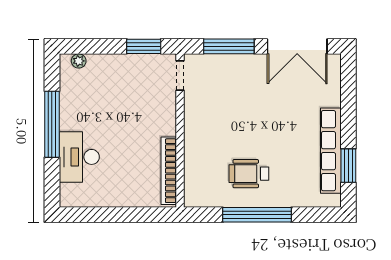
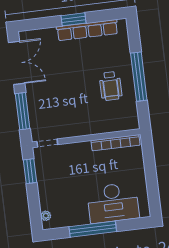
desk: (79, 157) -> (113, 203), width x1.36, depth x1.30
window: (348, 166) -> (73, 19), moved

